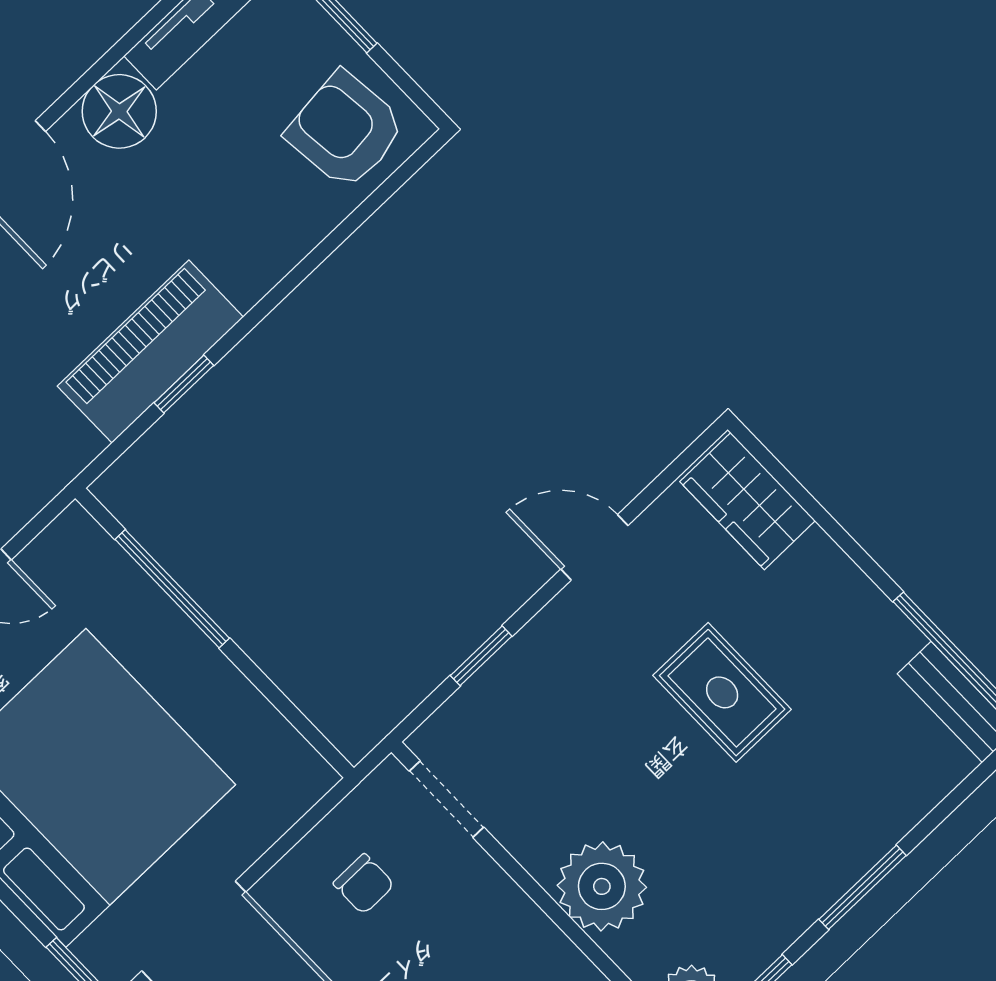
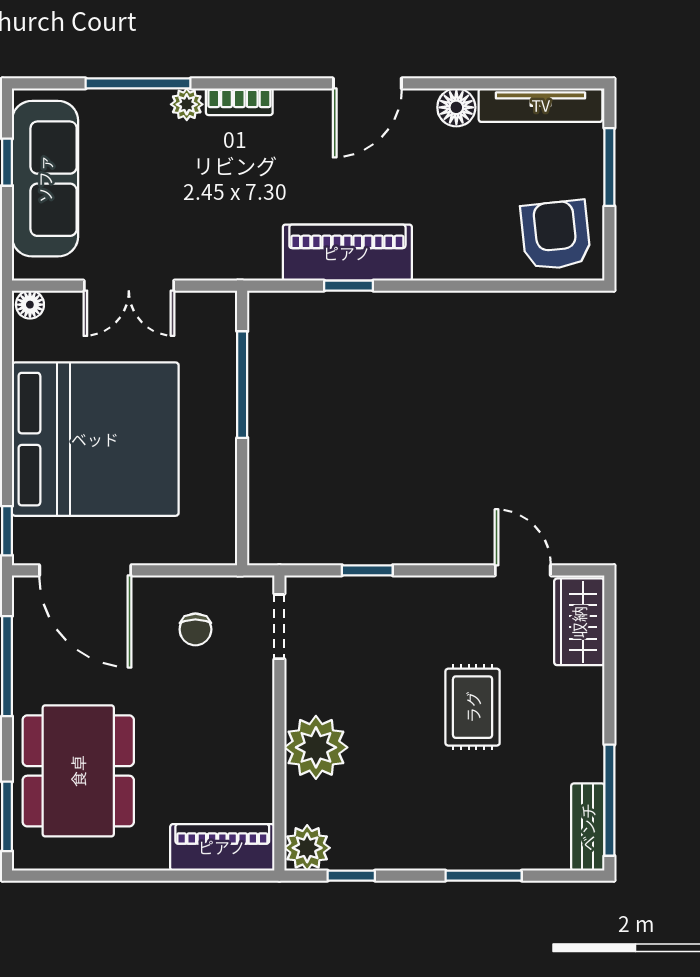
floor lamp: (119, 111) -> (456, 107), width x0.73, depth x0.73
door: (594, 547) -> (523, 570), moved
window: (863, 887) -> (484, 876), moved

